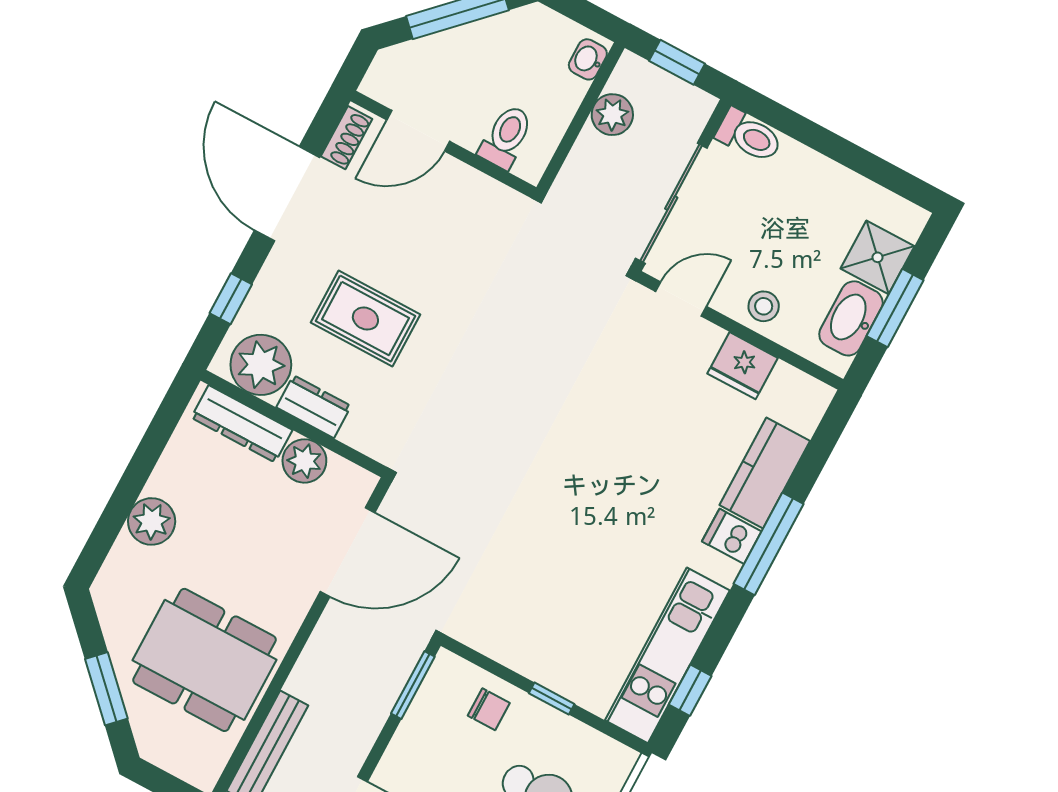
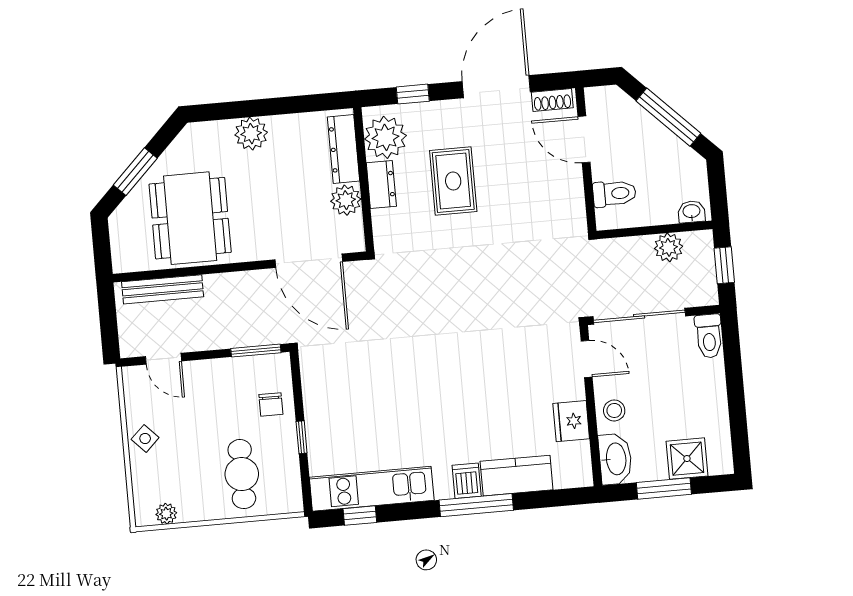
washbasin: (851, 318) -> (615, 459), moved, turned 90

